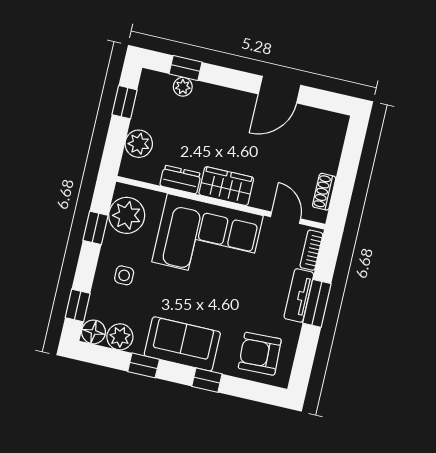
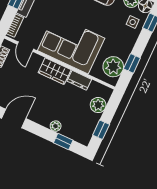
plant: (183, 87) -> (56, 126), moved
side table: (124, 275) -> (133, 22), moved

